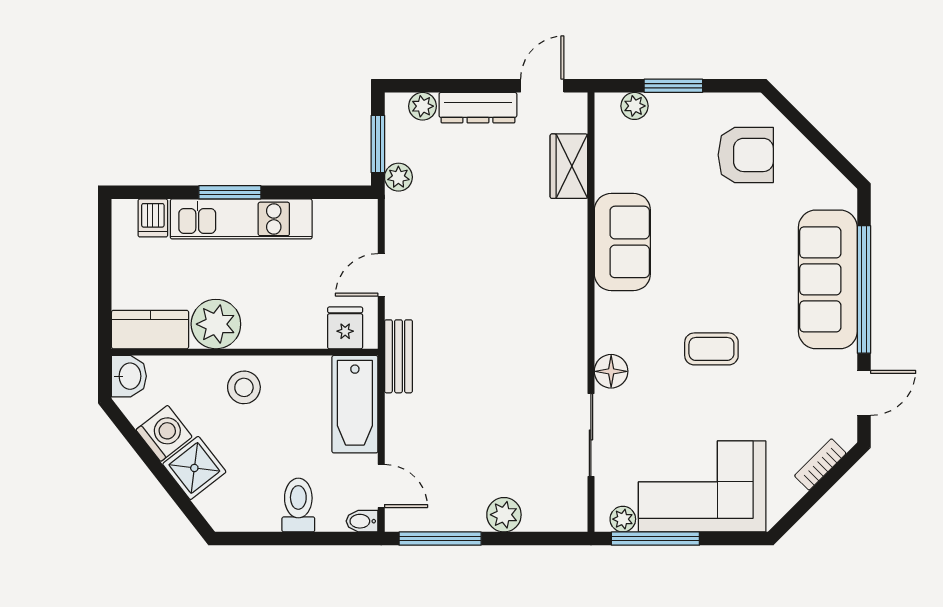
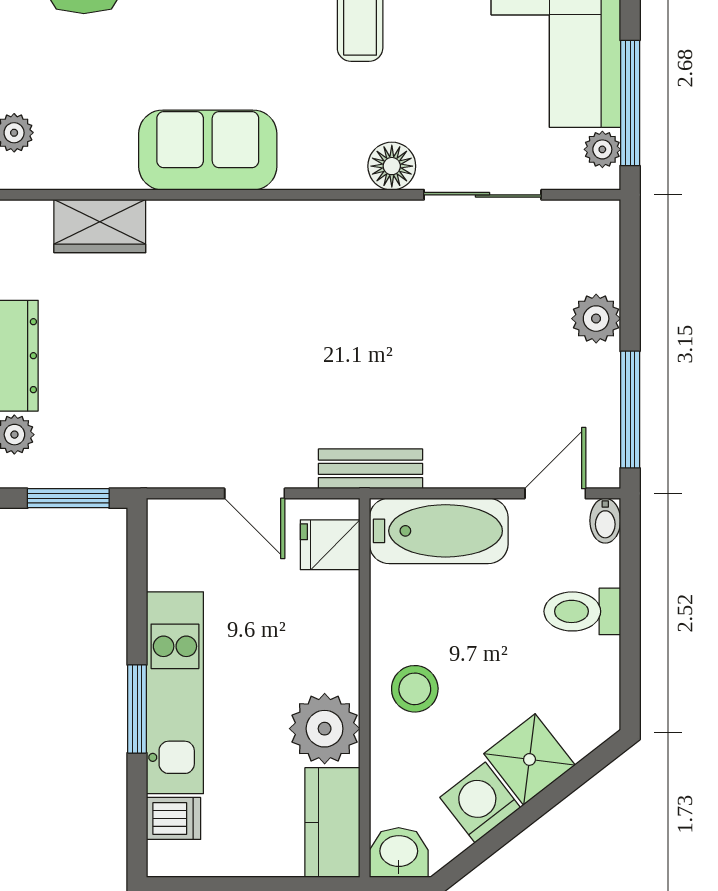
plant: (398, 177) -> (115, 469), removed

